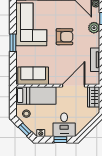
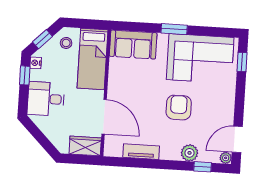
armchair: (64, 37) -> (179, 108), turned 180
sofa: (33, 76) -> (133, 45), moved, turned 90
window: (60, 140) -> (25, 75), moved

